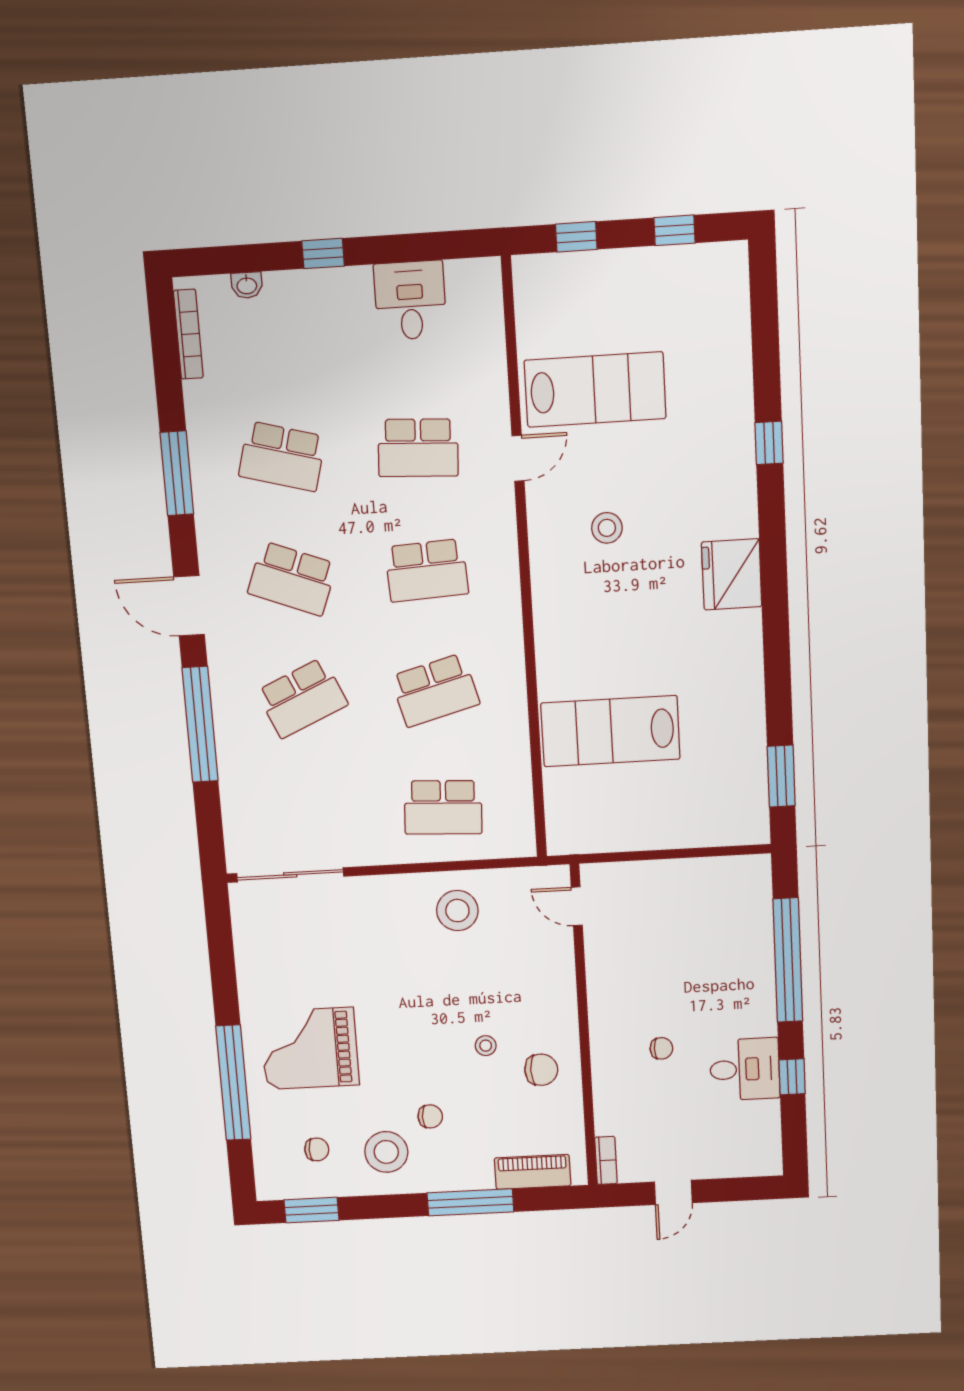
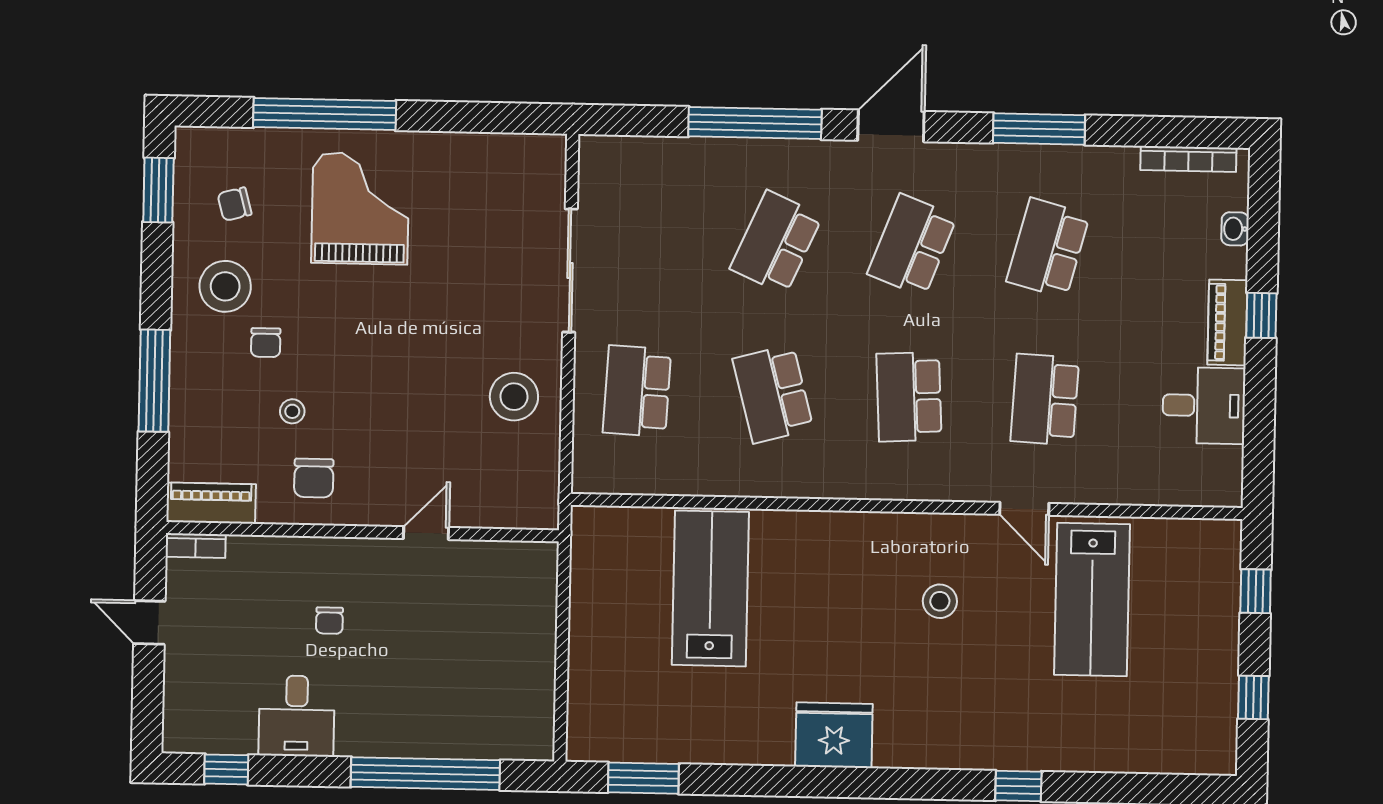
piano: (333, 285) -> (1227, 322), added
fridge: (732, 574) -> (834, 735), moved
school desk: (302, 698) -> (776, 242), turned 48
sliding door: (290, 875) -> (570, 271), moved
door: (577, 906) -> (426, 533), moved
stool: (486, 1046) -> (292, 411), moved
window: (792, 1077) -> (226, 769), moved
chair: (317, 1149) -> (234, 204), turned 75
piano: (533, 1172) -> (211, 503), moved, turned -90

